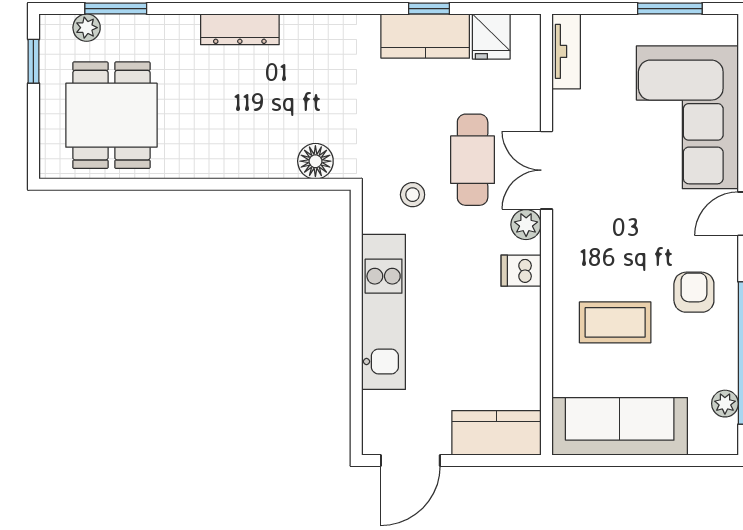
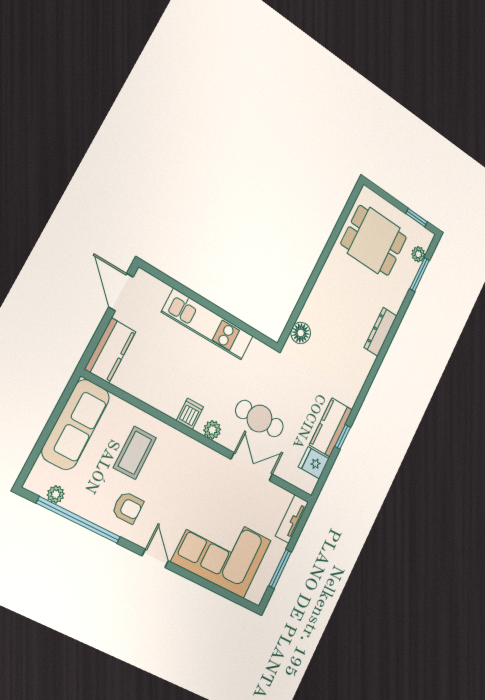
tv unit: (566, 51) -> (292, 519), moved, turned 90
double door: (546, 170) -> (252, 467), moved
stool: (413, 195) -> (259, 376), removed

